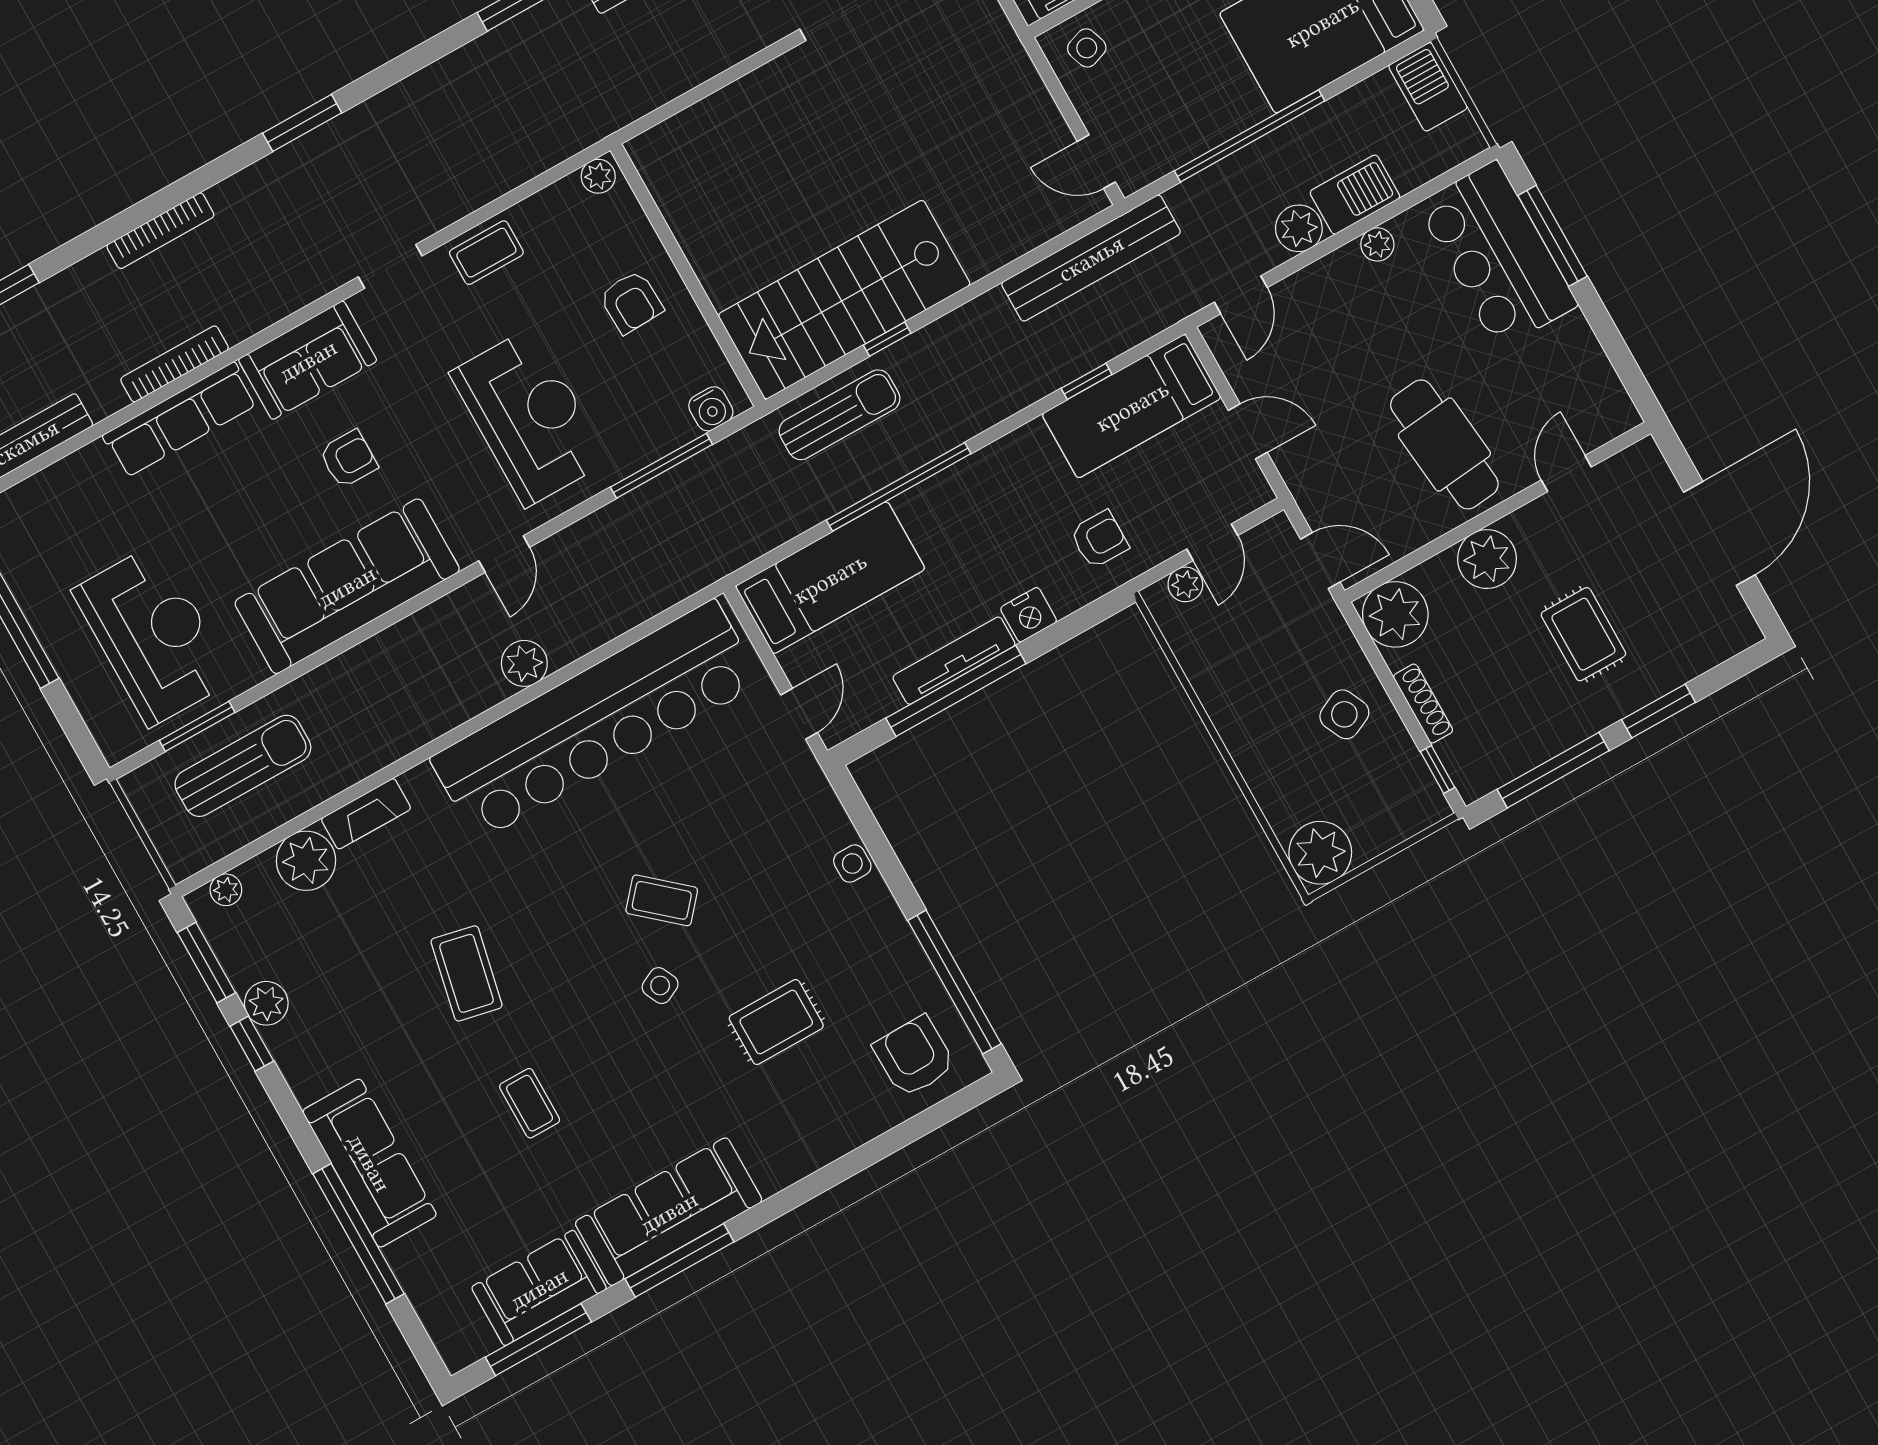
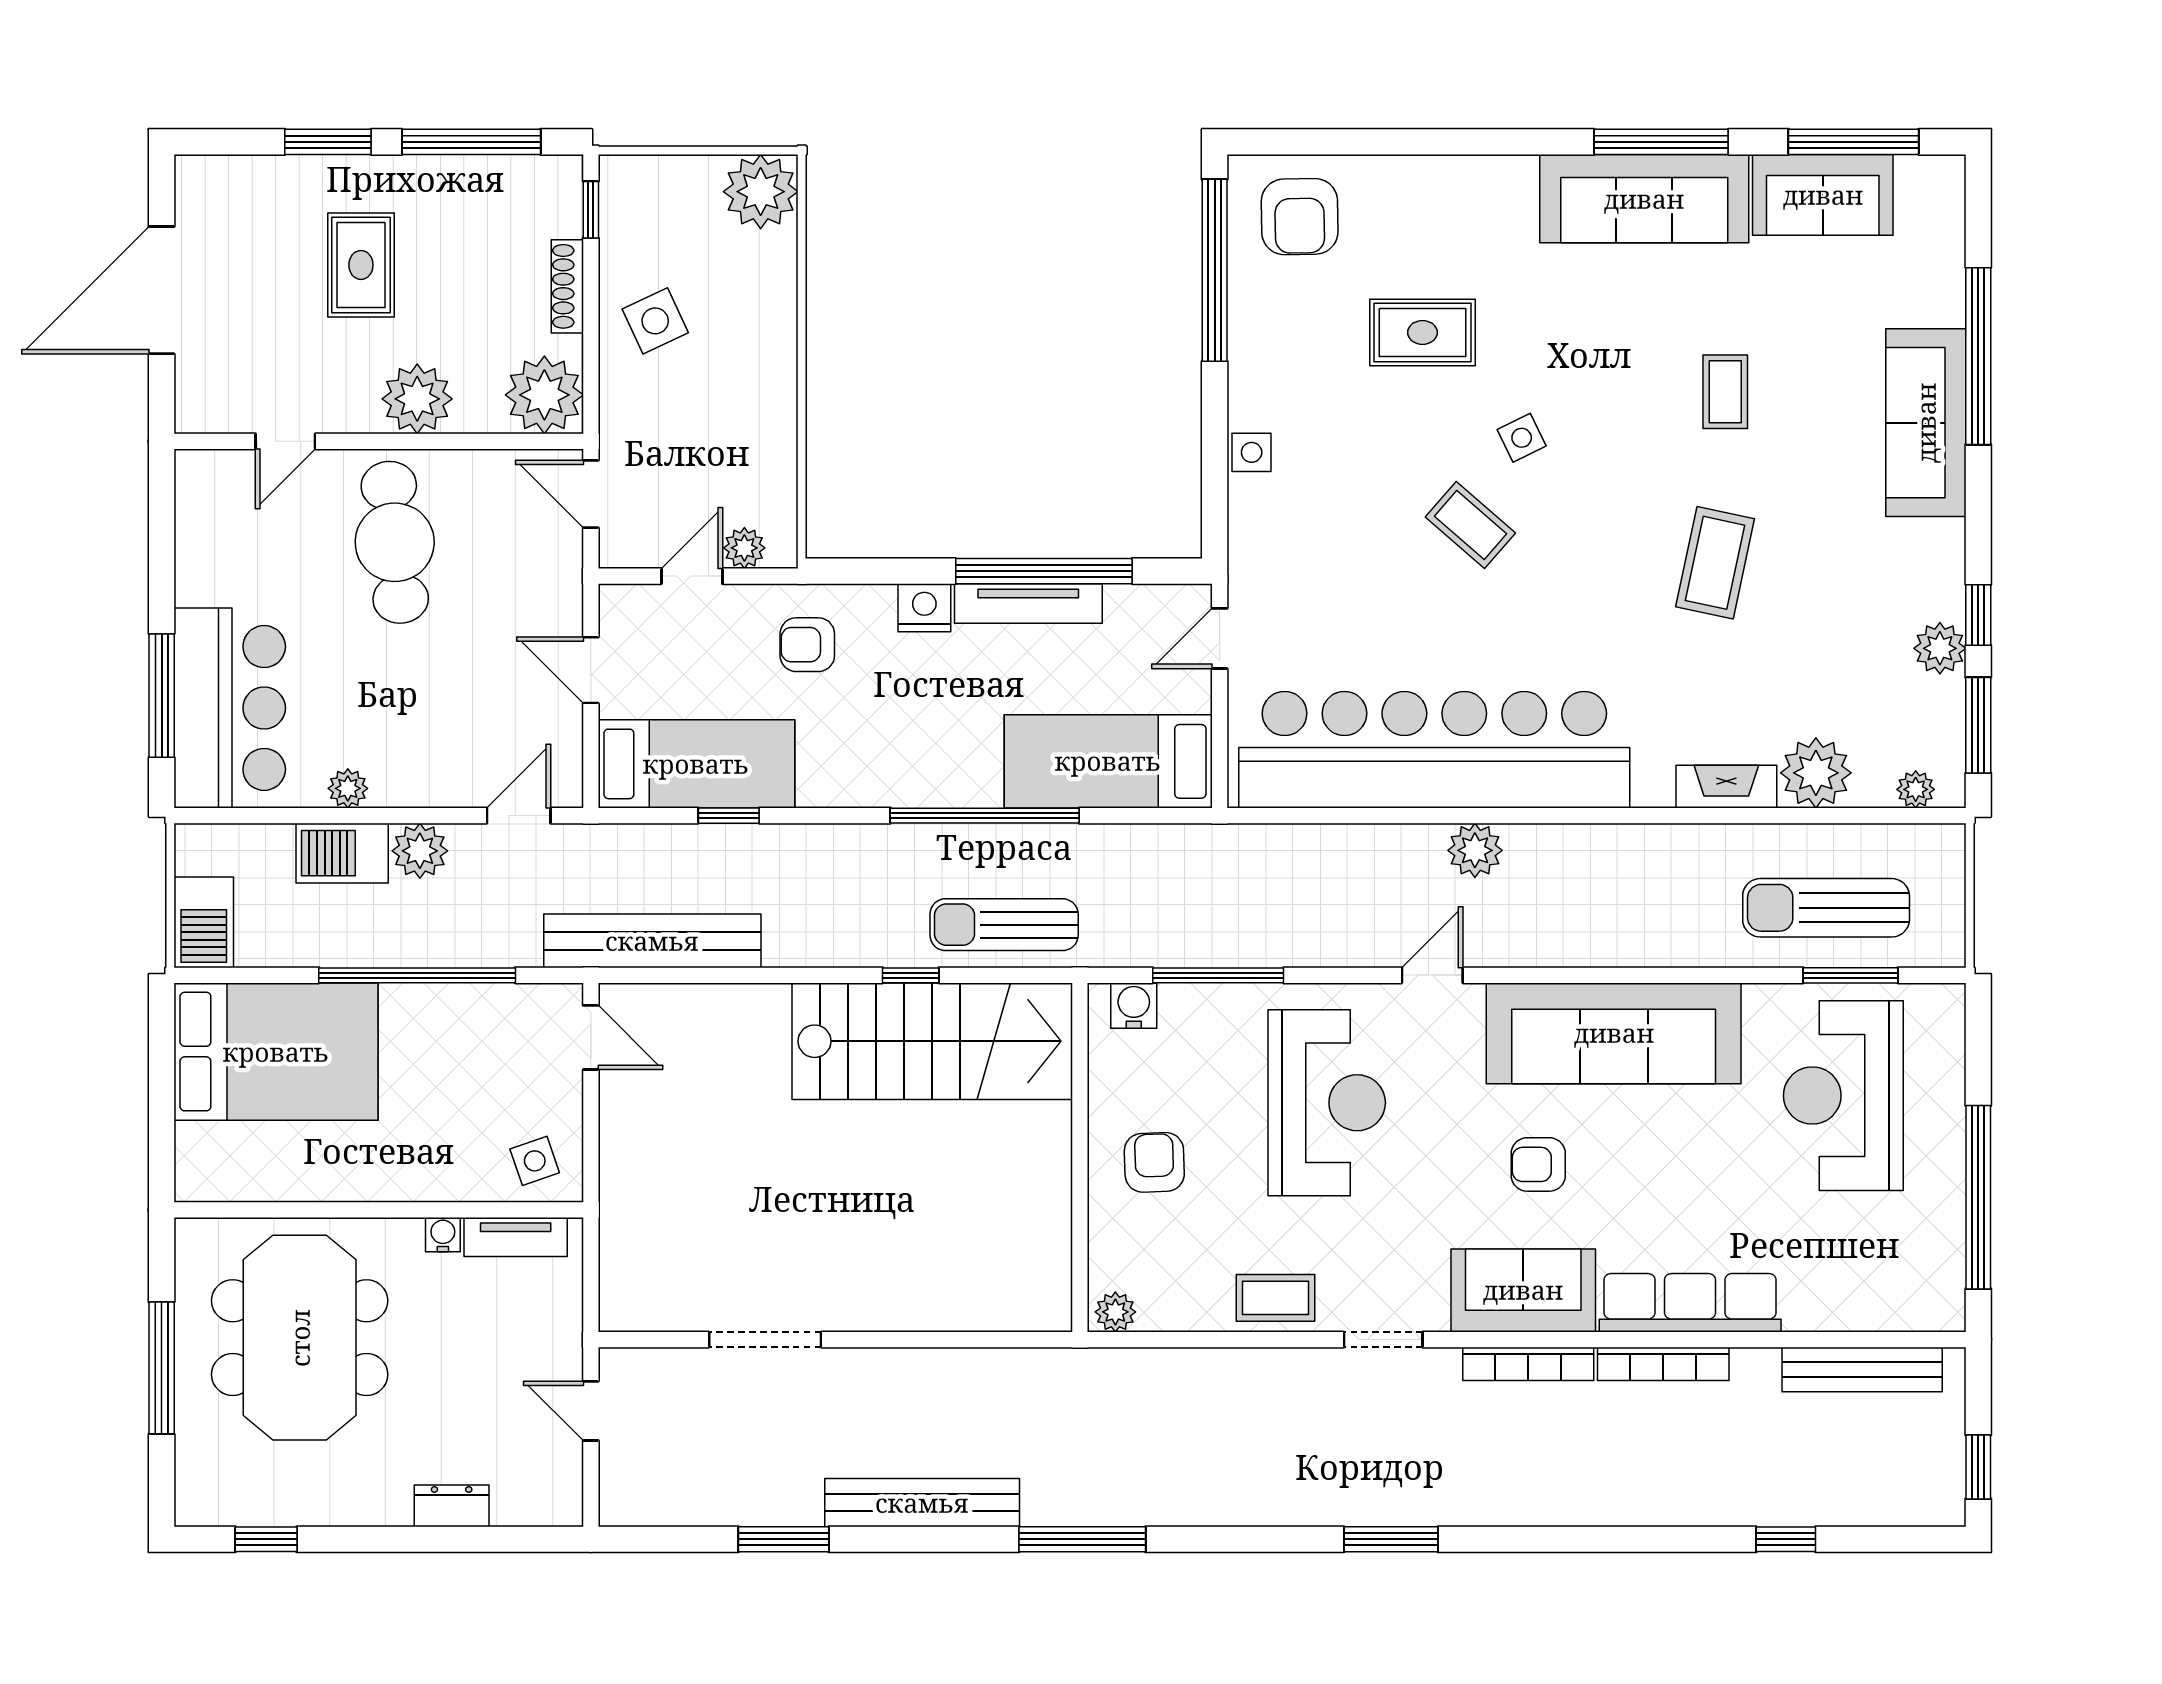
bookcase: (160, 231) -> (1528, 1364), moved, turned 180
reception desk: (529, 417) -> (1327, 1103), turned 180

